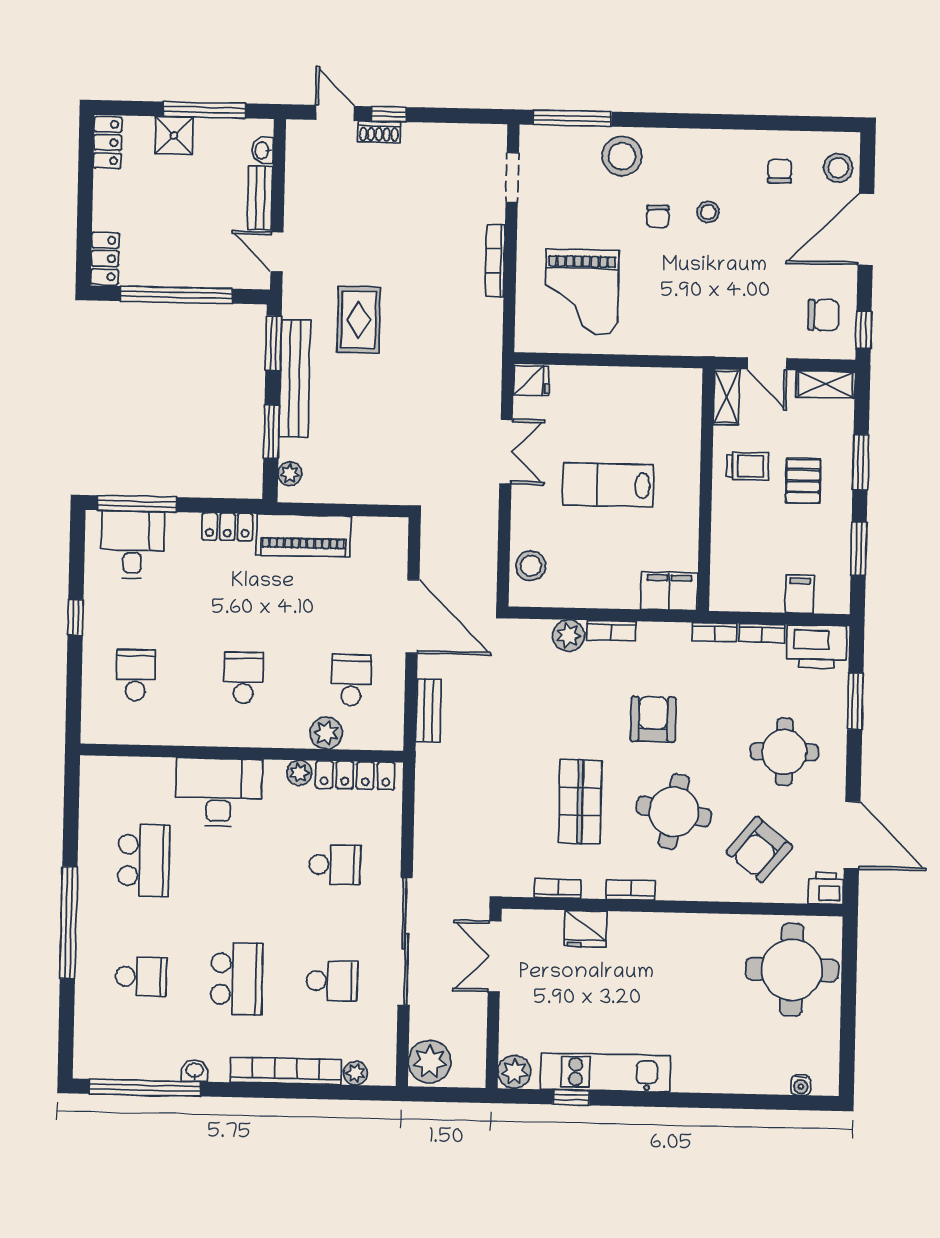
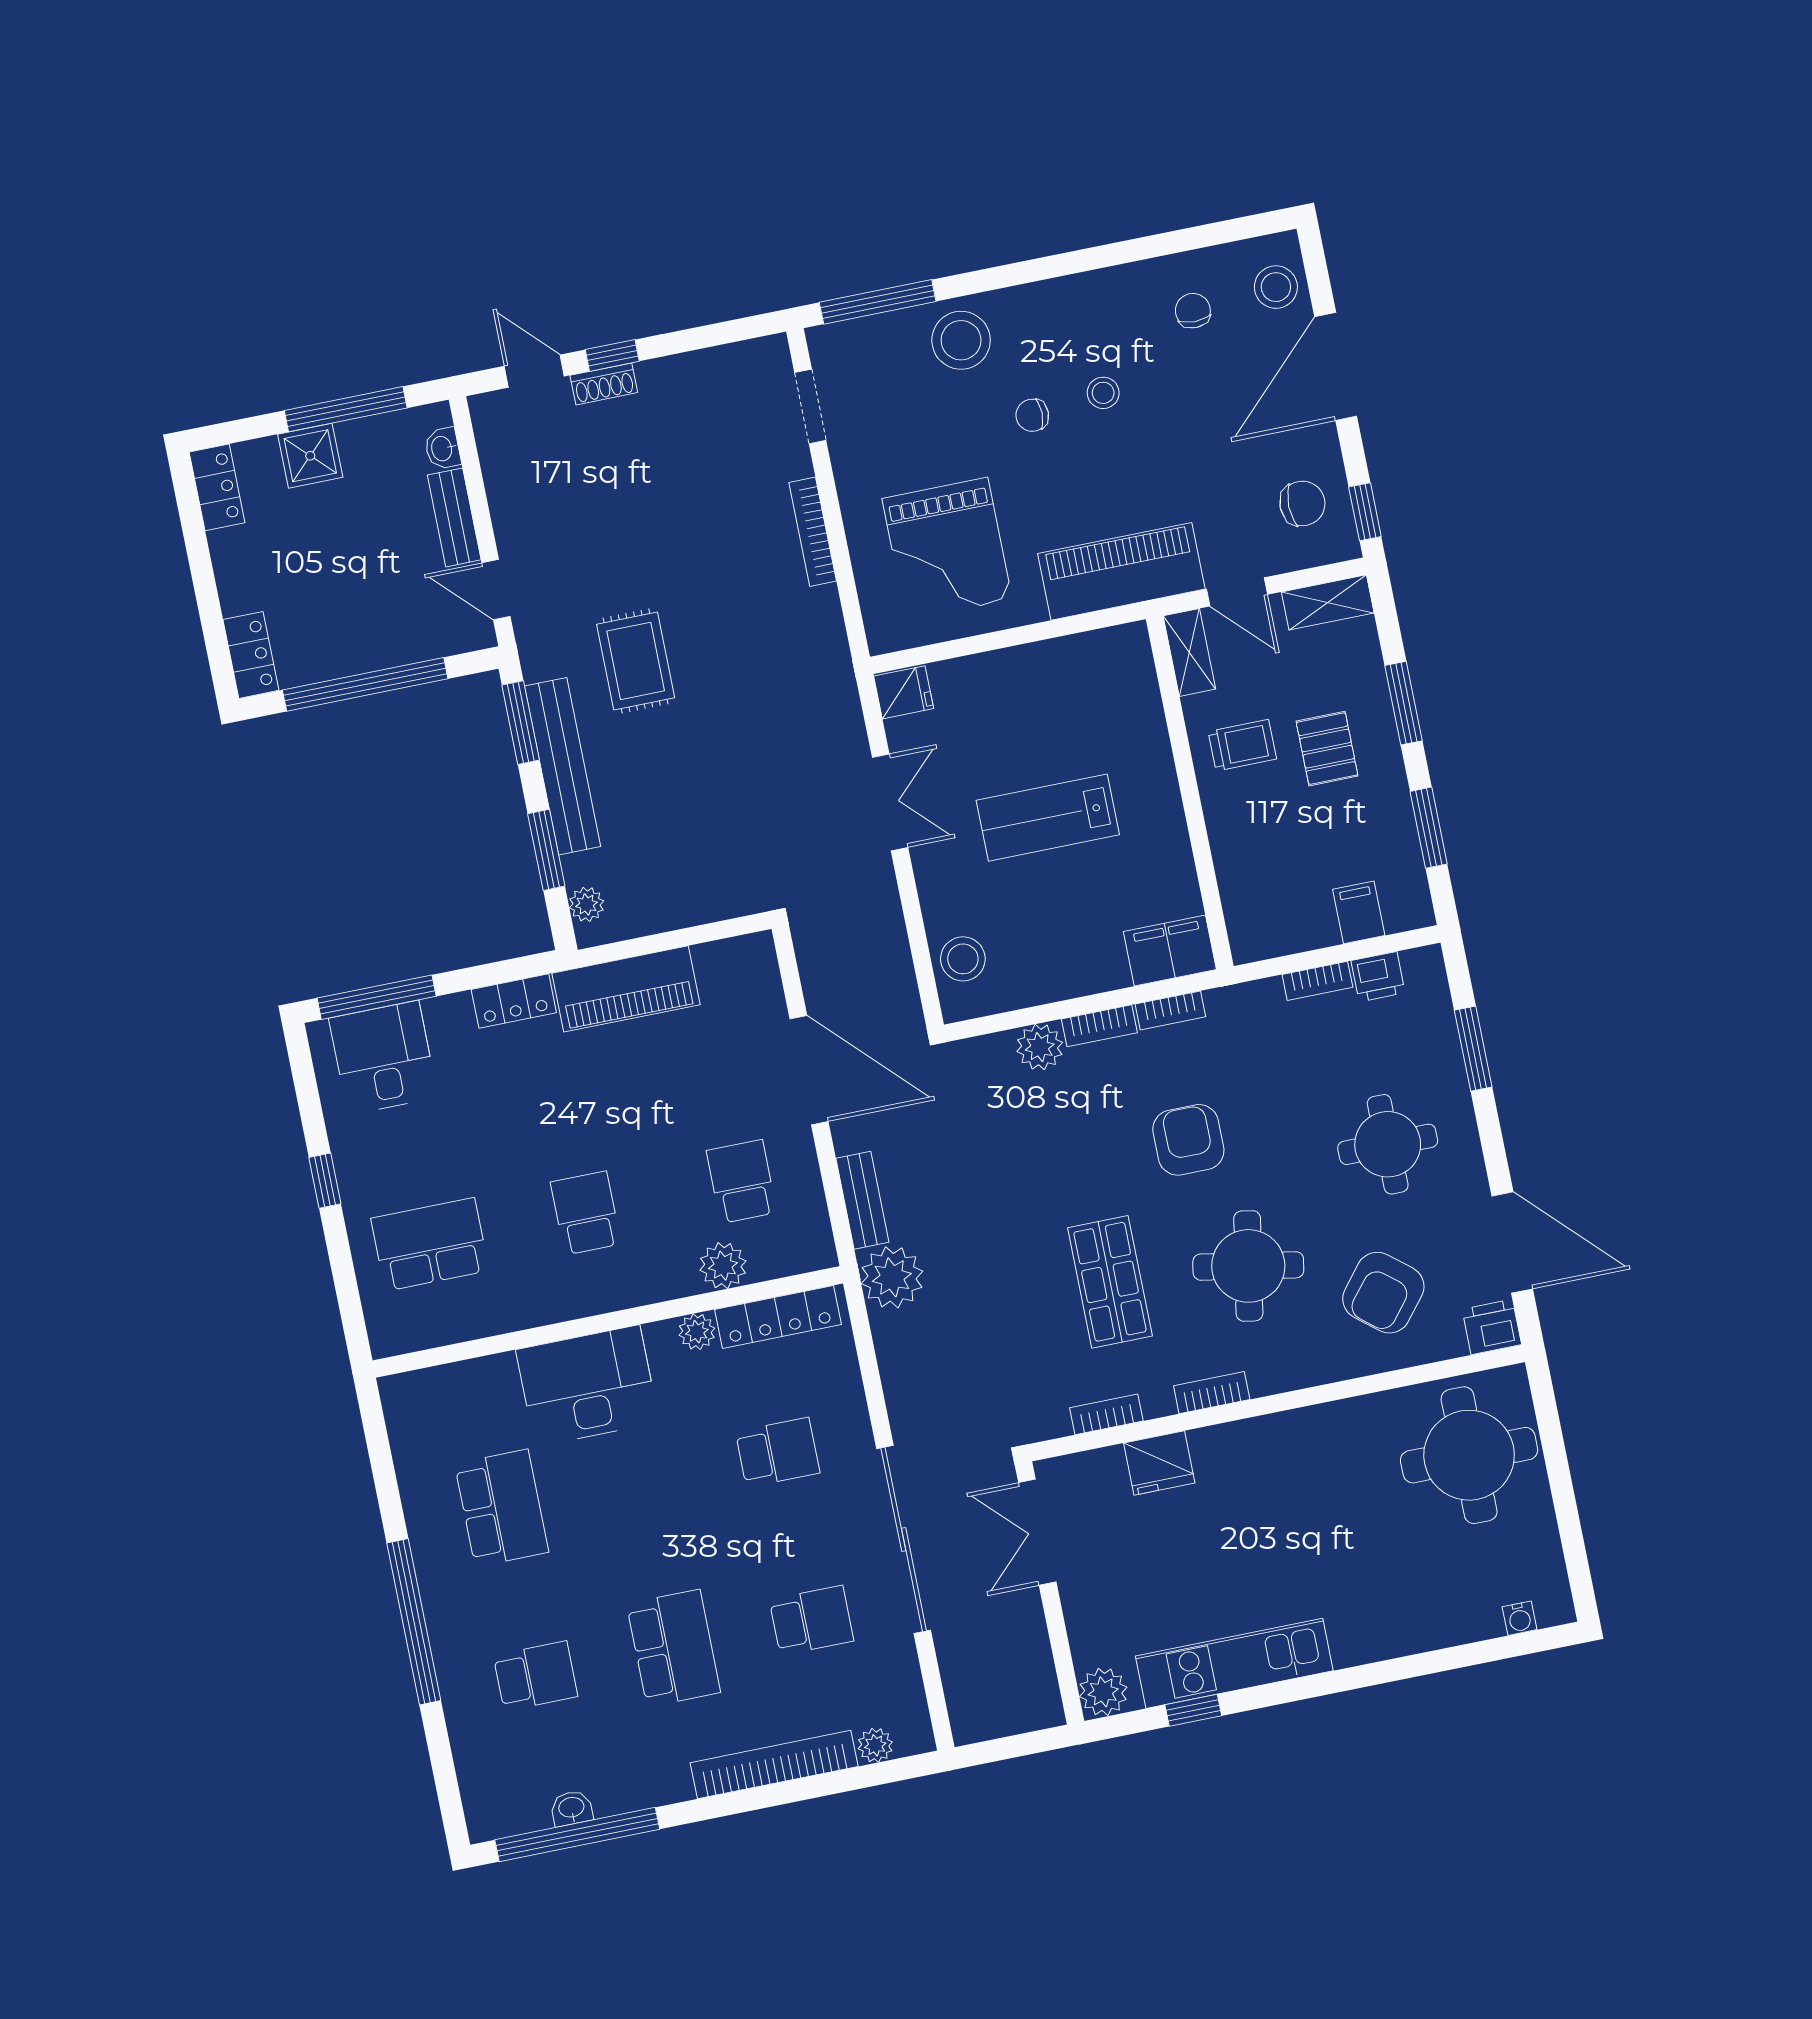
chair: (658, 216) -> (1032, 415), turned 90
piano: (694, 333) -> (1121, 571), added
bookcase: (715, 632) -> (1170, 1010), moved
printer: (817, 647) -> (1378, 977), width x0.53, depth x0.68
school desk: (136, 675) -> (430, 1244), width x1.85
plant: (430, 1062) -> (892, 1277), moved
washbasin: (195, 1071) -> (572, 1808), moved

